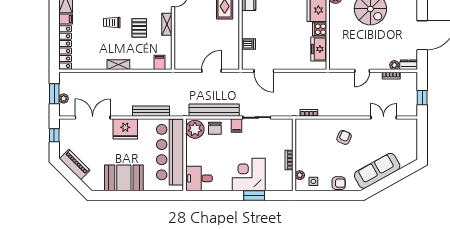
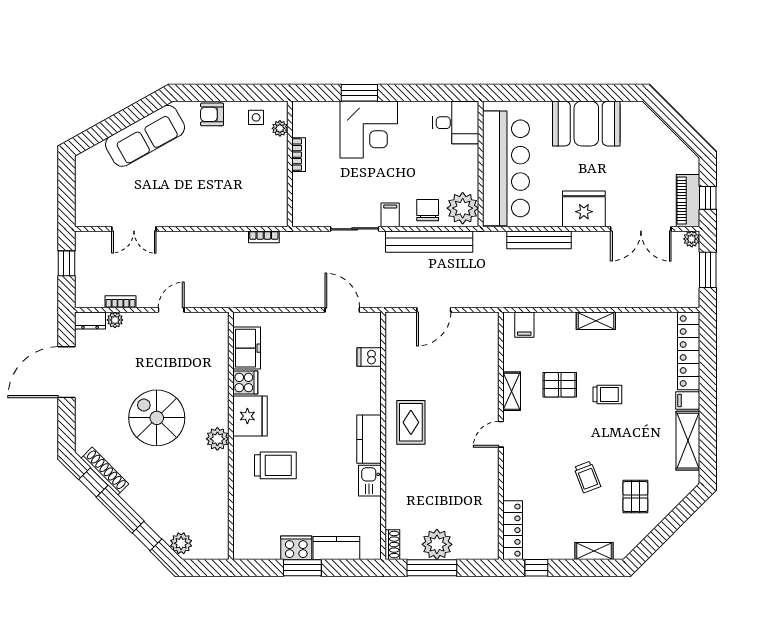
pallet: (139, 28) -> (560, 385), turned 90
plant: (64, 98) -> (692, 239), moved
armchair: (344, 137) -> (203, 194), removed
piano: (75, 164) -> (688, 201), moved, turned 45

